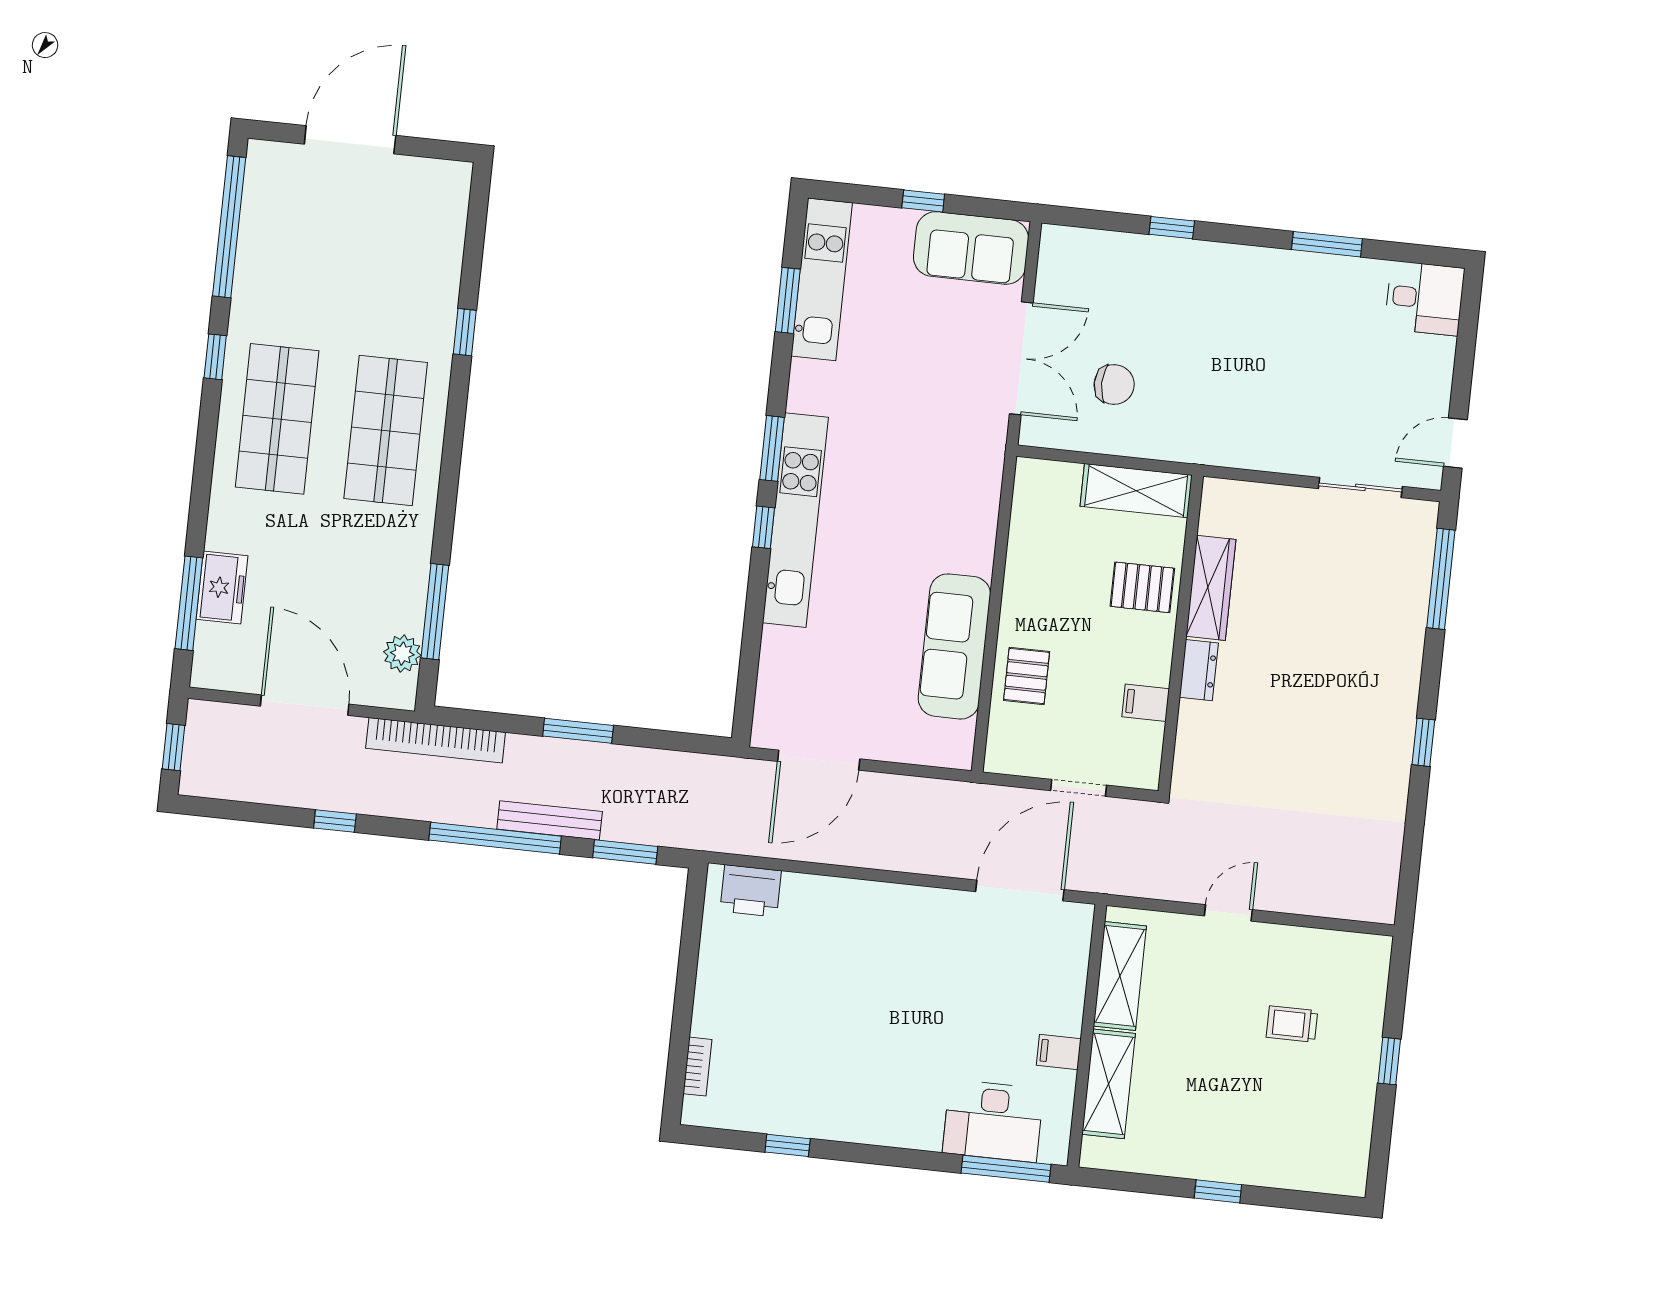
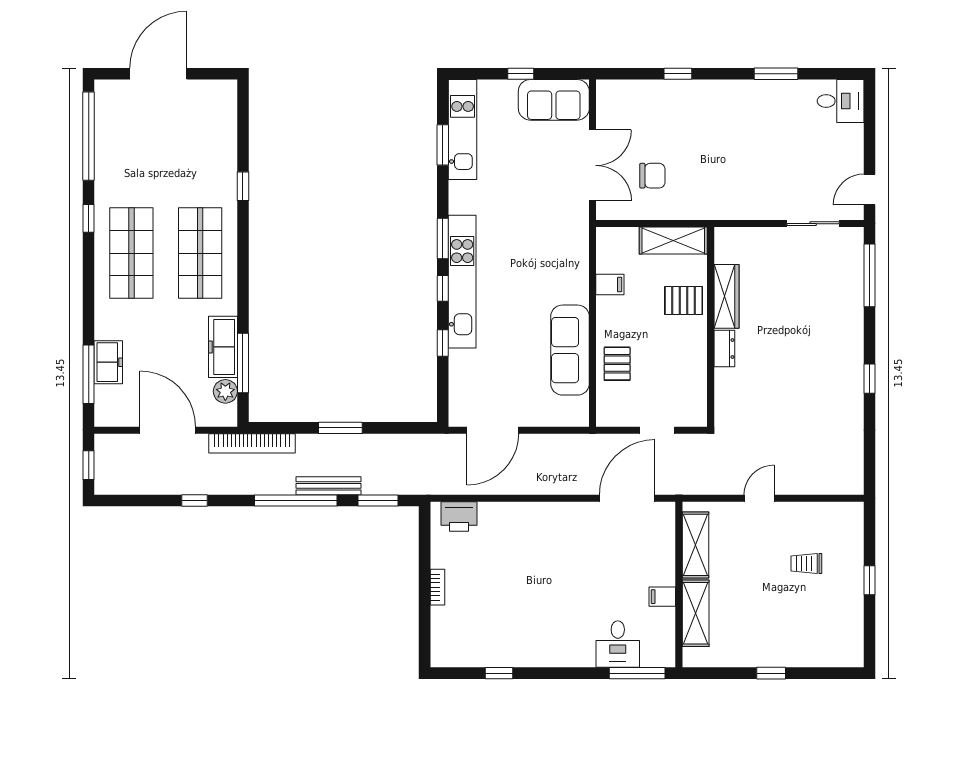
freezer: (406, 583) -> (223, 347), added
window: (754, 614) -> (443, 343), added
filing cabinet: (1146, 703) -> (610, 285), moved, turned 180
bookcase: (697, 1067) -> (437, 587), moved
desk: (993, 1121) -> (618, 644), width x0.73

